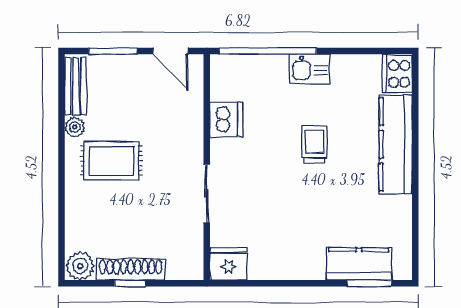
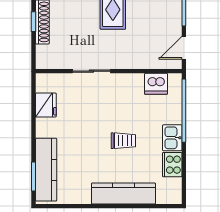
cooker: (397, 74) -> (172, 165), moved, turned -90
dishwasher: (226, 120) -> (156, 84), moved
fridge: (228, 264) -> (46, 105), moved
kitchen counter: (359, 264) -> (46, 170), width x1.50

